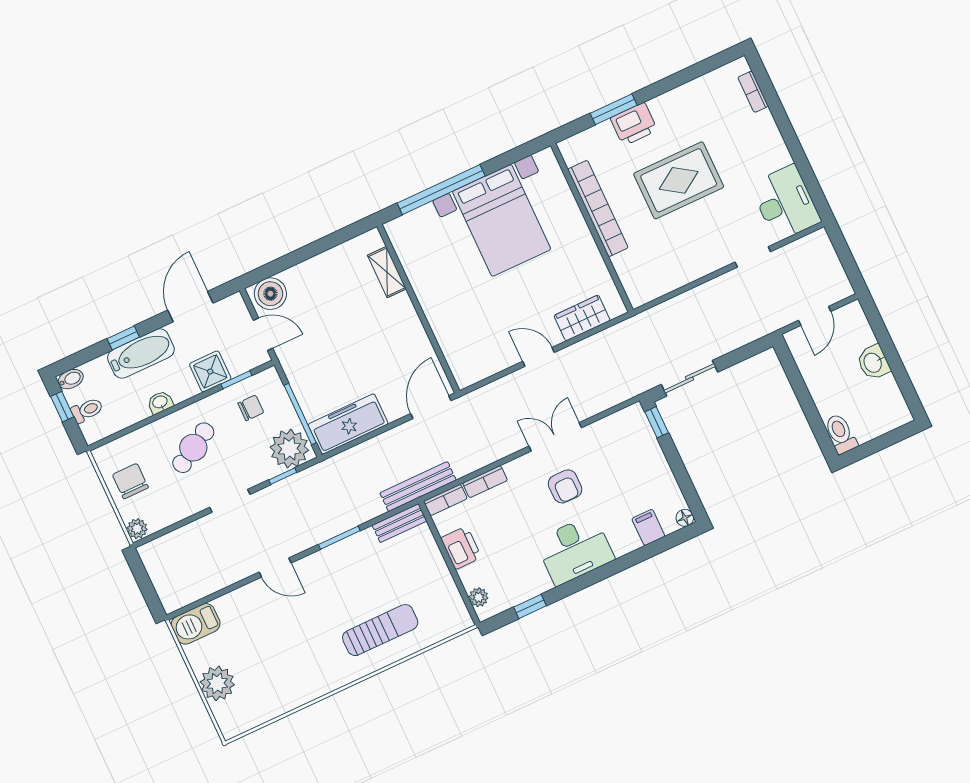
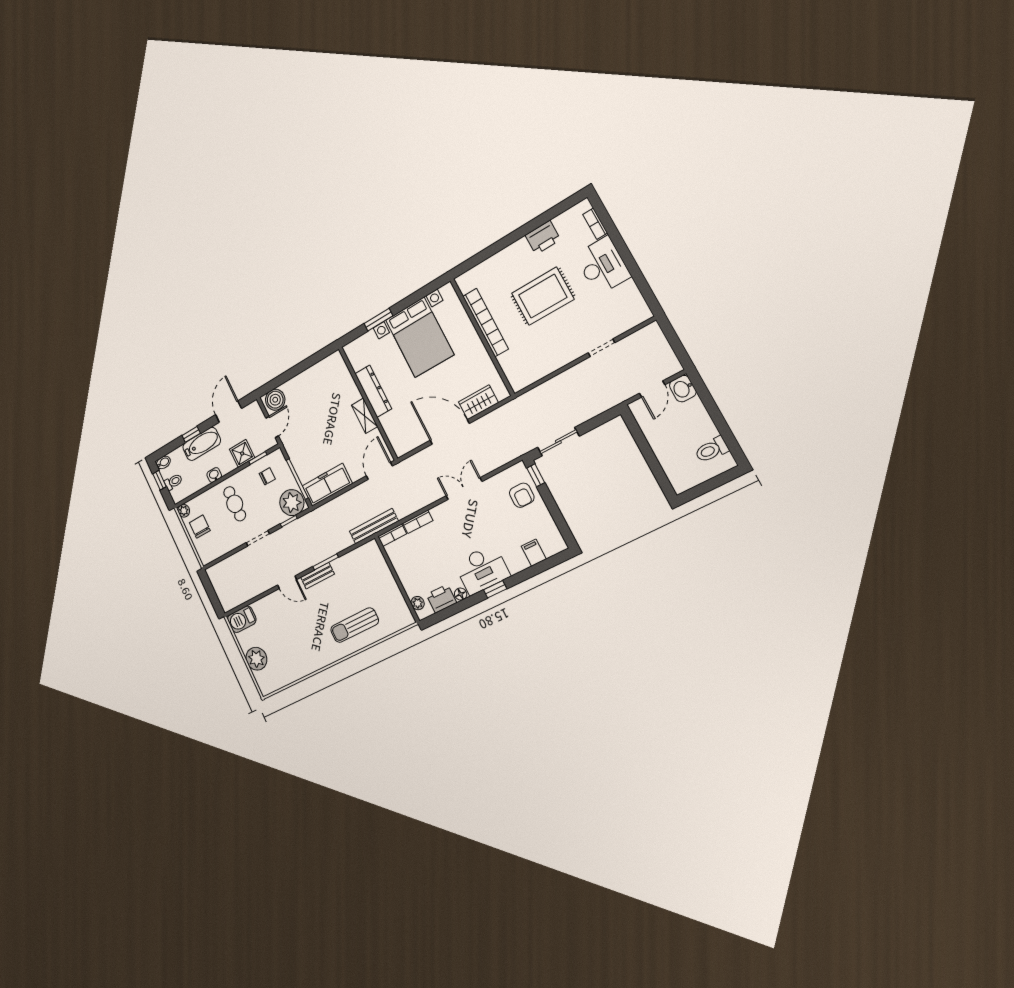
window: (614, 109) -> (493, 250), removed
printer: (634, 124) -> (543, 237), moved
window: (441, 190) -> (378, 320), width x0.47
desk: (785, 203) -> (603, 266), moved
shelving: (387, 272) -> (365, 416), moved
dresser: (428, 292) -> (373, 391), added
door: (263, 334) -> (272, 427), hinge flipped
door: (539, 357) -> (450, 432), width x1.87
washbasin: (873, 362) -> (683, 389), moved
toilet: (841, 434) -> (712, 450), moved, turned -90
cafe table: (193, 448) -> (235, 504), turned -60
armchair: (565, 486) -> (522, 495), moved
floor lamp: (685, 518) -> (461, 594), moved
bench: (399, 523) -> (317, 576), moved
plant: (137, 529) -> (184, 511), moved
printer: (461, 548) -> (441, 599), moved, turned -90
window: (530, 606) -> (495, 589), moved
sun lounger: (380, 630) -> (355, 625), turned 180

